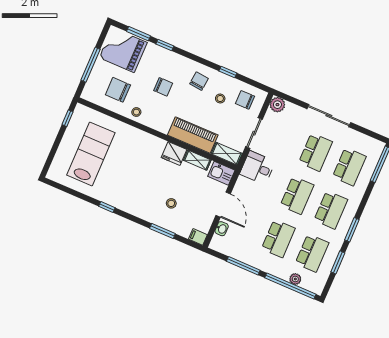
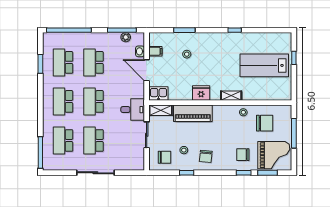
chair: (163, 87) -> (243, 155), moved
plant: (277, 105) -> (138, 164), removed
window: (67, 118) -> (294, 58), moved
lab bench: (91, 154) -> (264, 65), turned 90
shelving: (197, 160) -> (231, 96), moved
window: (352, 230) -> (40, 93), removed
filing cabinet: (198, 237) -> (155, 51), moved
window: (243, 266) -> (122, 30), moved
plant: (295, 279) -> (126, 37), moved

